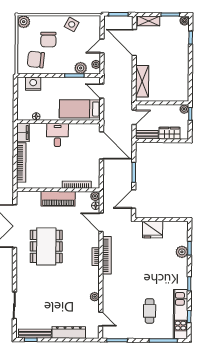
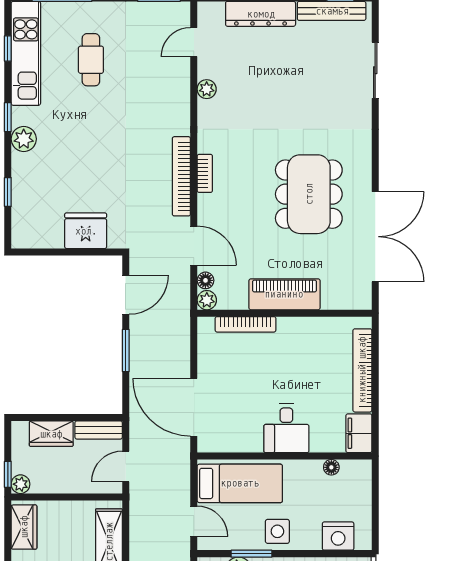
side table: (62, 86) -> (277, 531), added
wardrobe: (183, 89) -> (24, 527), added
plant: (182, 252) -> (24, 139), moved
door: (101, 319) -> (194, 42), hinge flipped

